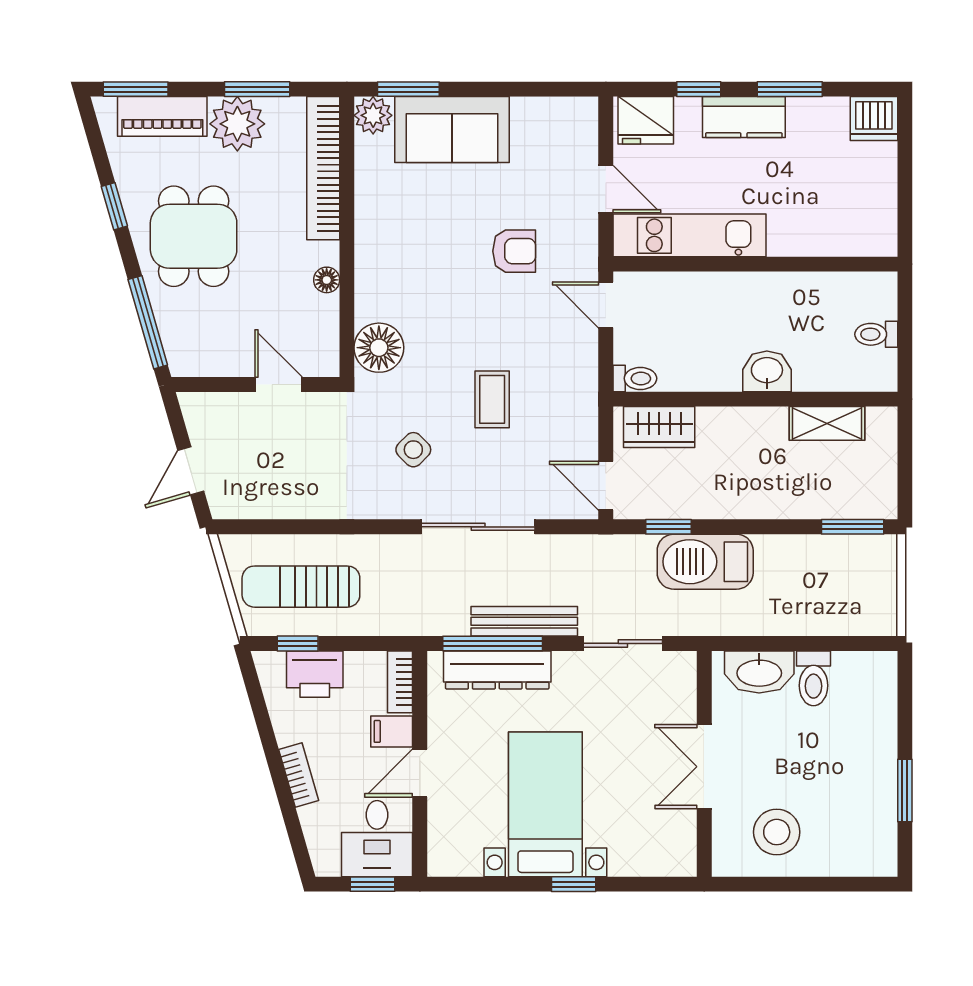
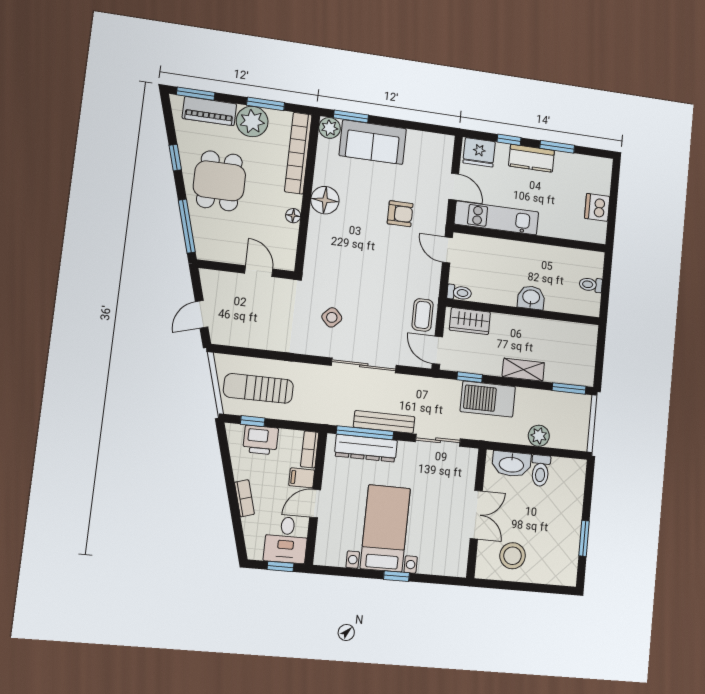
dishwasher: (874, 119) -> (597, 207), moved, turned 90
floor lamp: (379, 348) -> (325, 200), moved
coffee table: (492, 399) -> (423, 315), moved
shelving: (827, 423) -> (523, 370), moved
plant: (805, 617) -> (539, 436), added
double door: (704, 767) -> (476, 515), swing flipped

